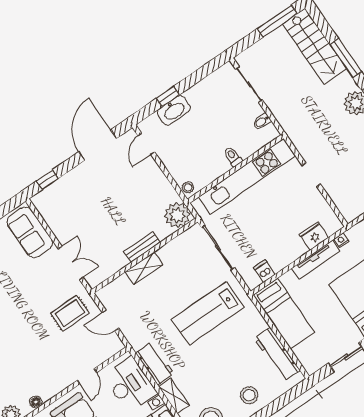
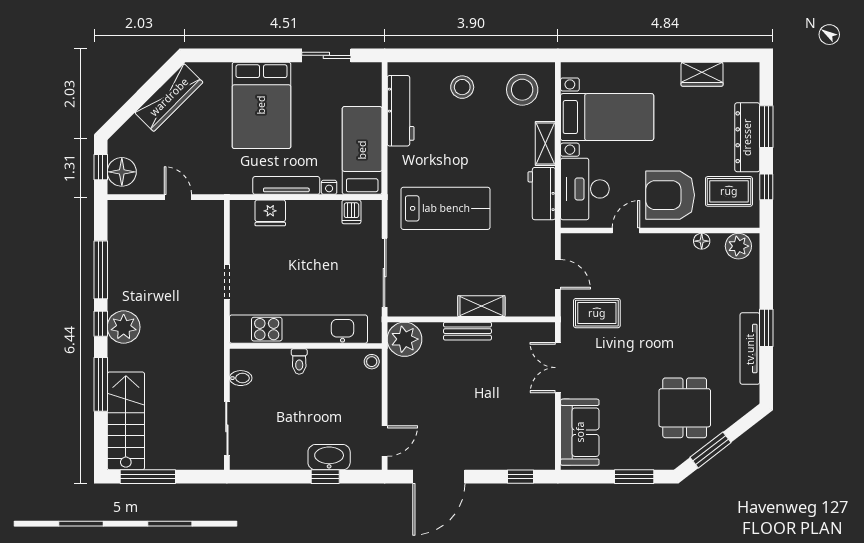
nightstand: (341, 240) -> (329, 187), moved

